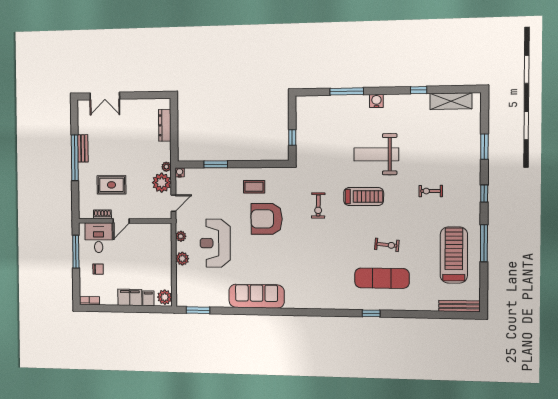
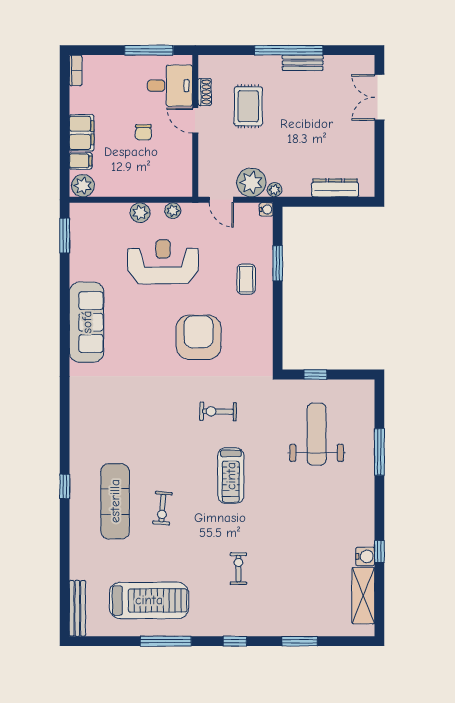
water cooler: (376, 101) -> (365, 556), moved
weight bench: (376, 154) -> (317, 434), moved
coffee table: (254, 187) -> (246, 279), moved
chair: (98, 269) -> (143, 132), moved

